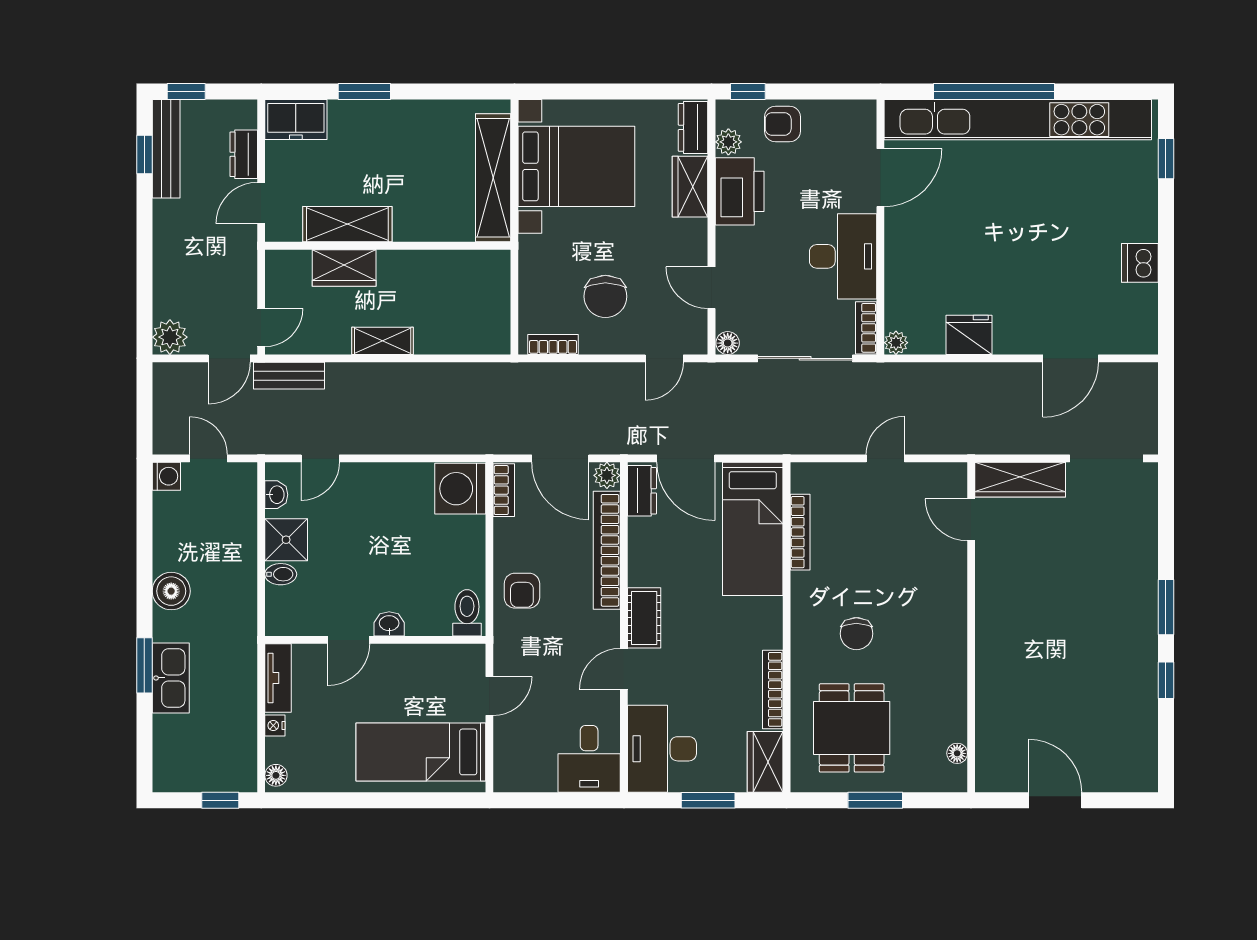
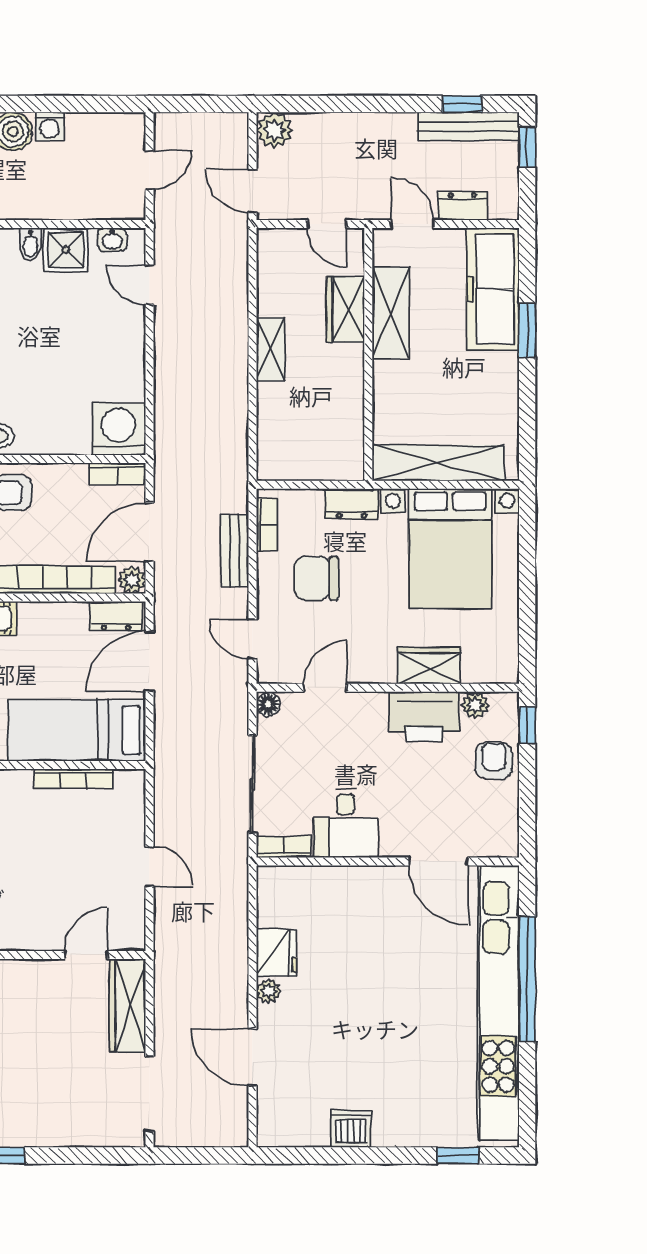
freezer: (296, 120) -> (493, 289), width x1.91, depth x1.26
dresser: (693, 127) -> (352, 504), moved, turned 180
desk: (843, 256) -> (345, 823), width x0.73
door: (261, 327) -> (327, 224), moved
plant: (896, 343) -> (269, 991), moved
bench: (289, 376) -> (235, 551), moved
washing machine: (166, 476) -> (49, 126), moved

